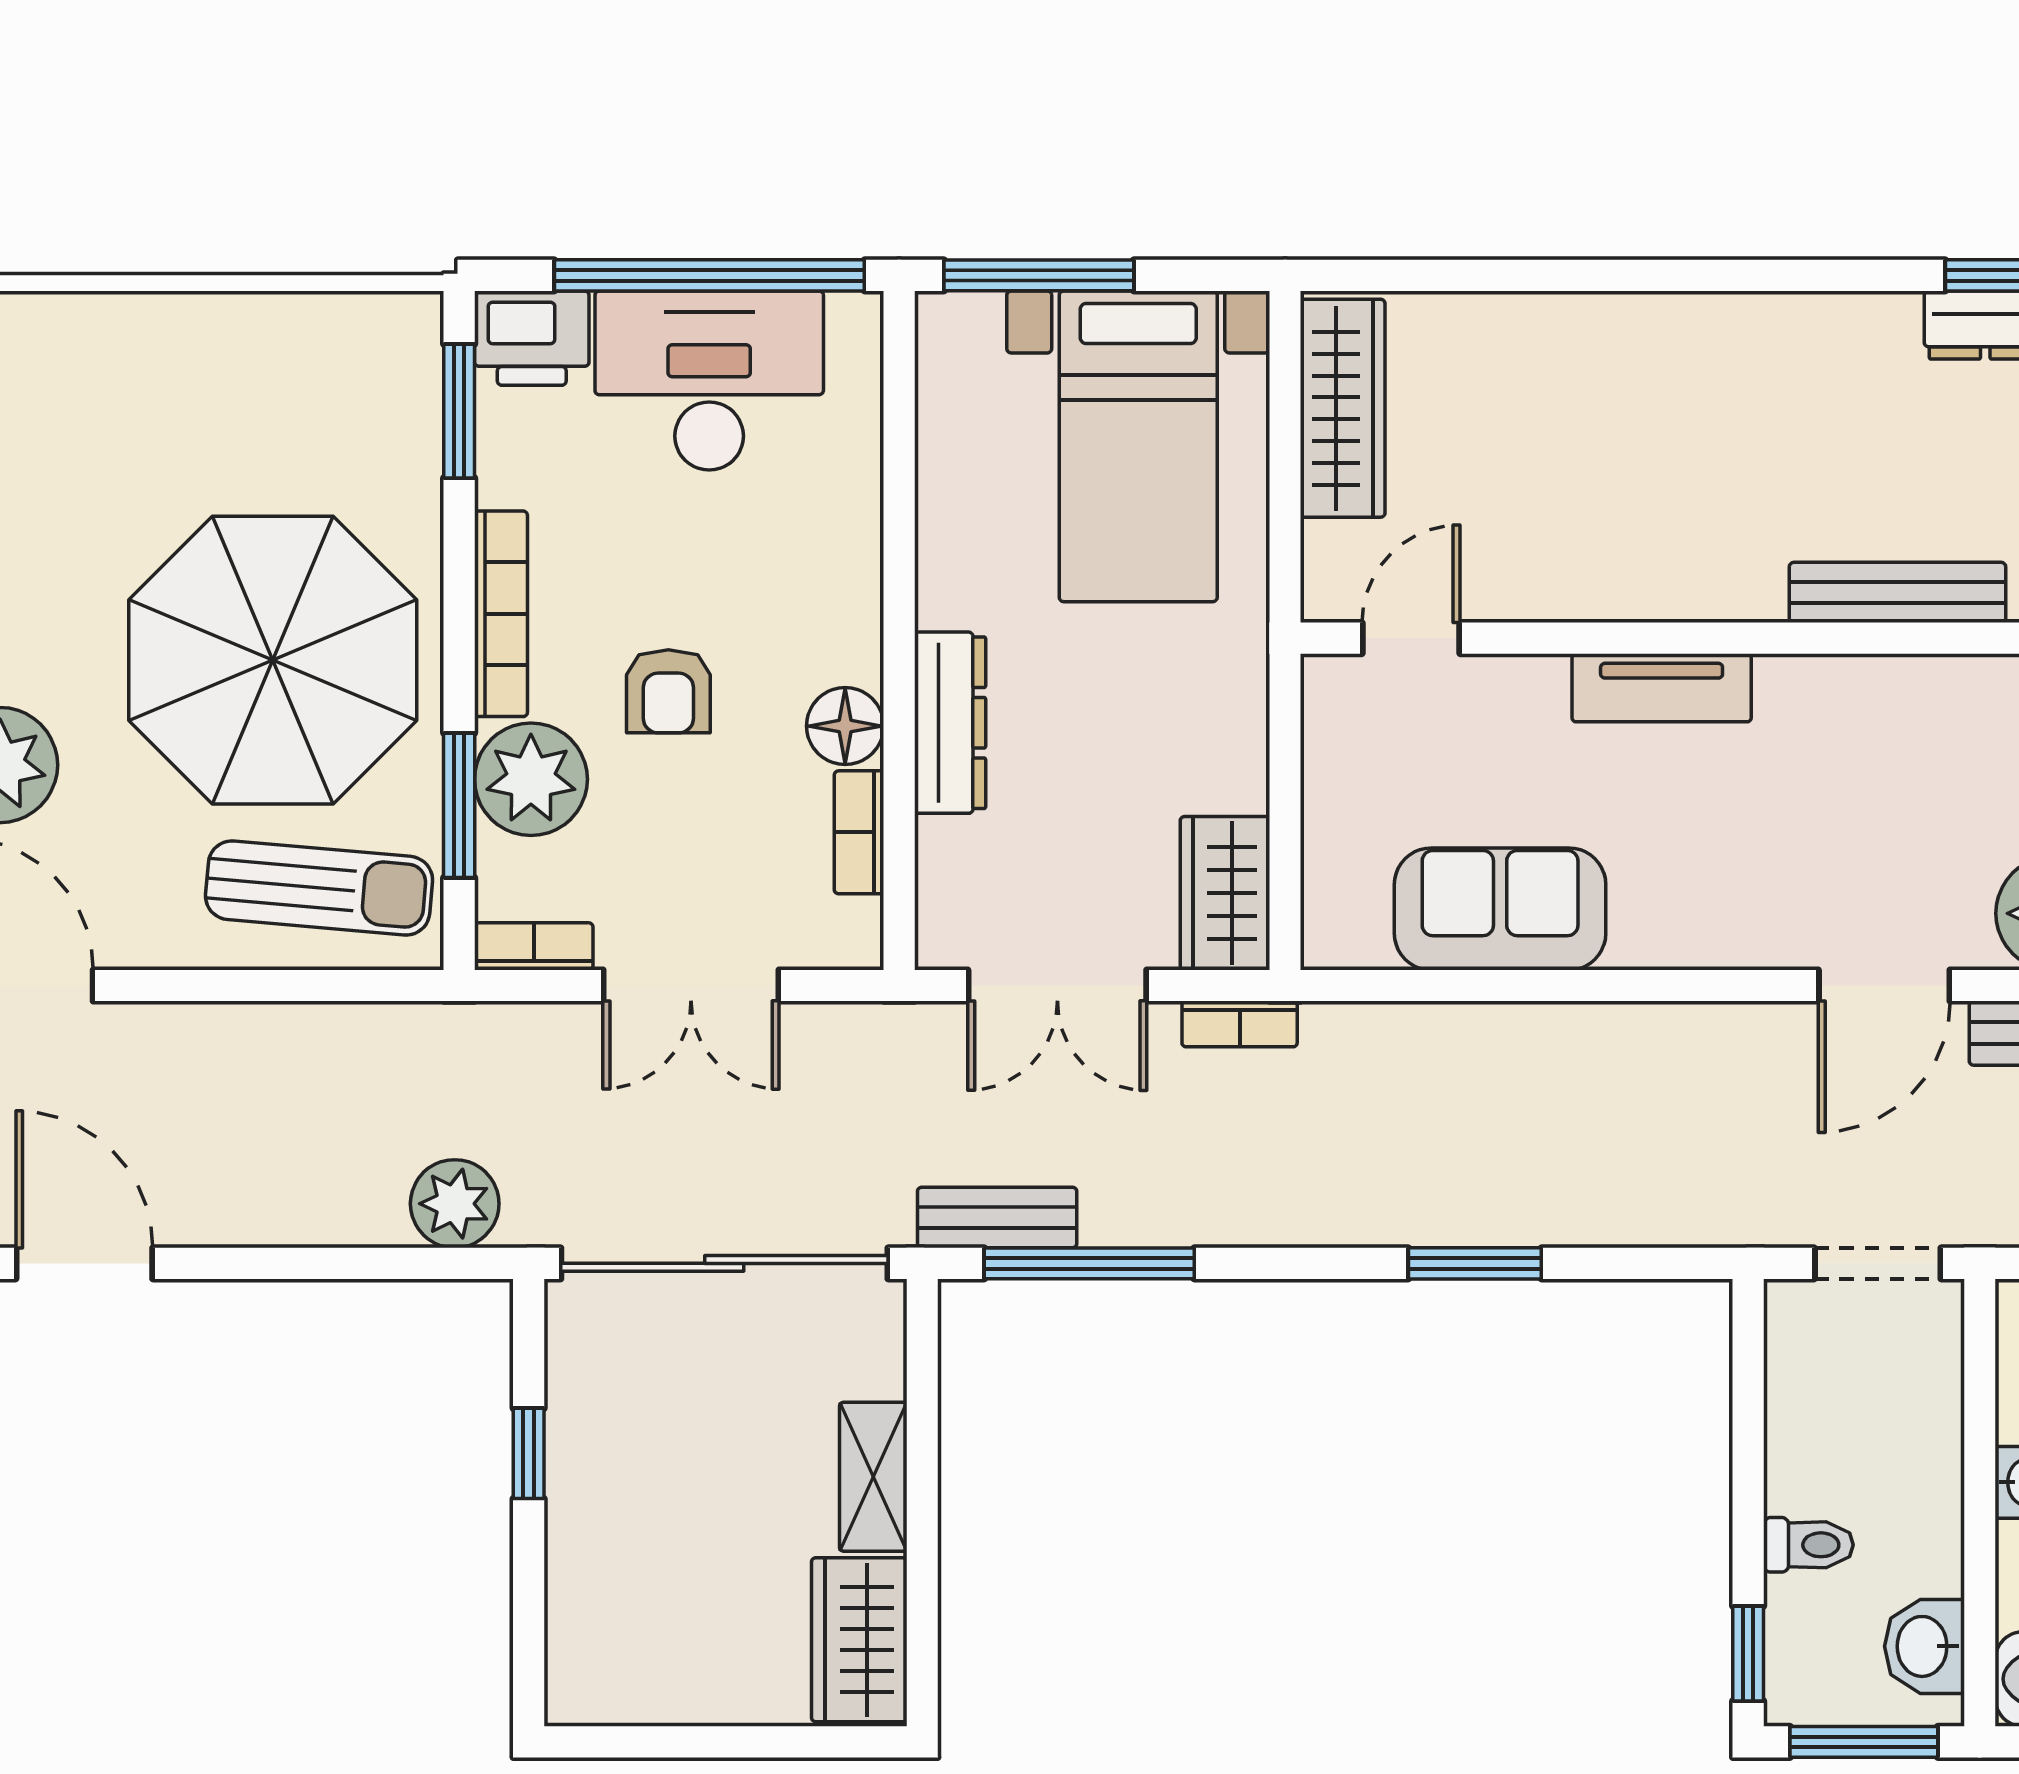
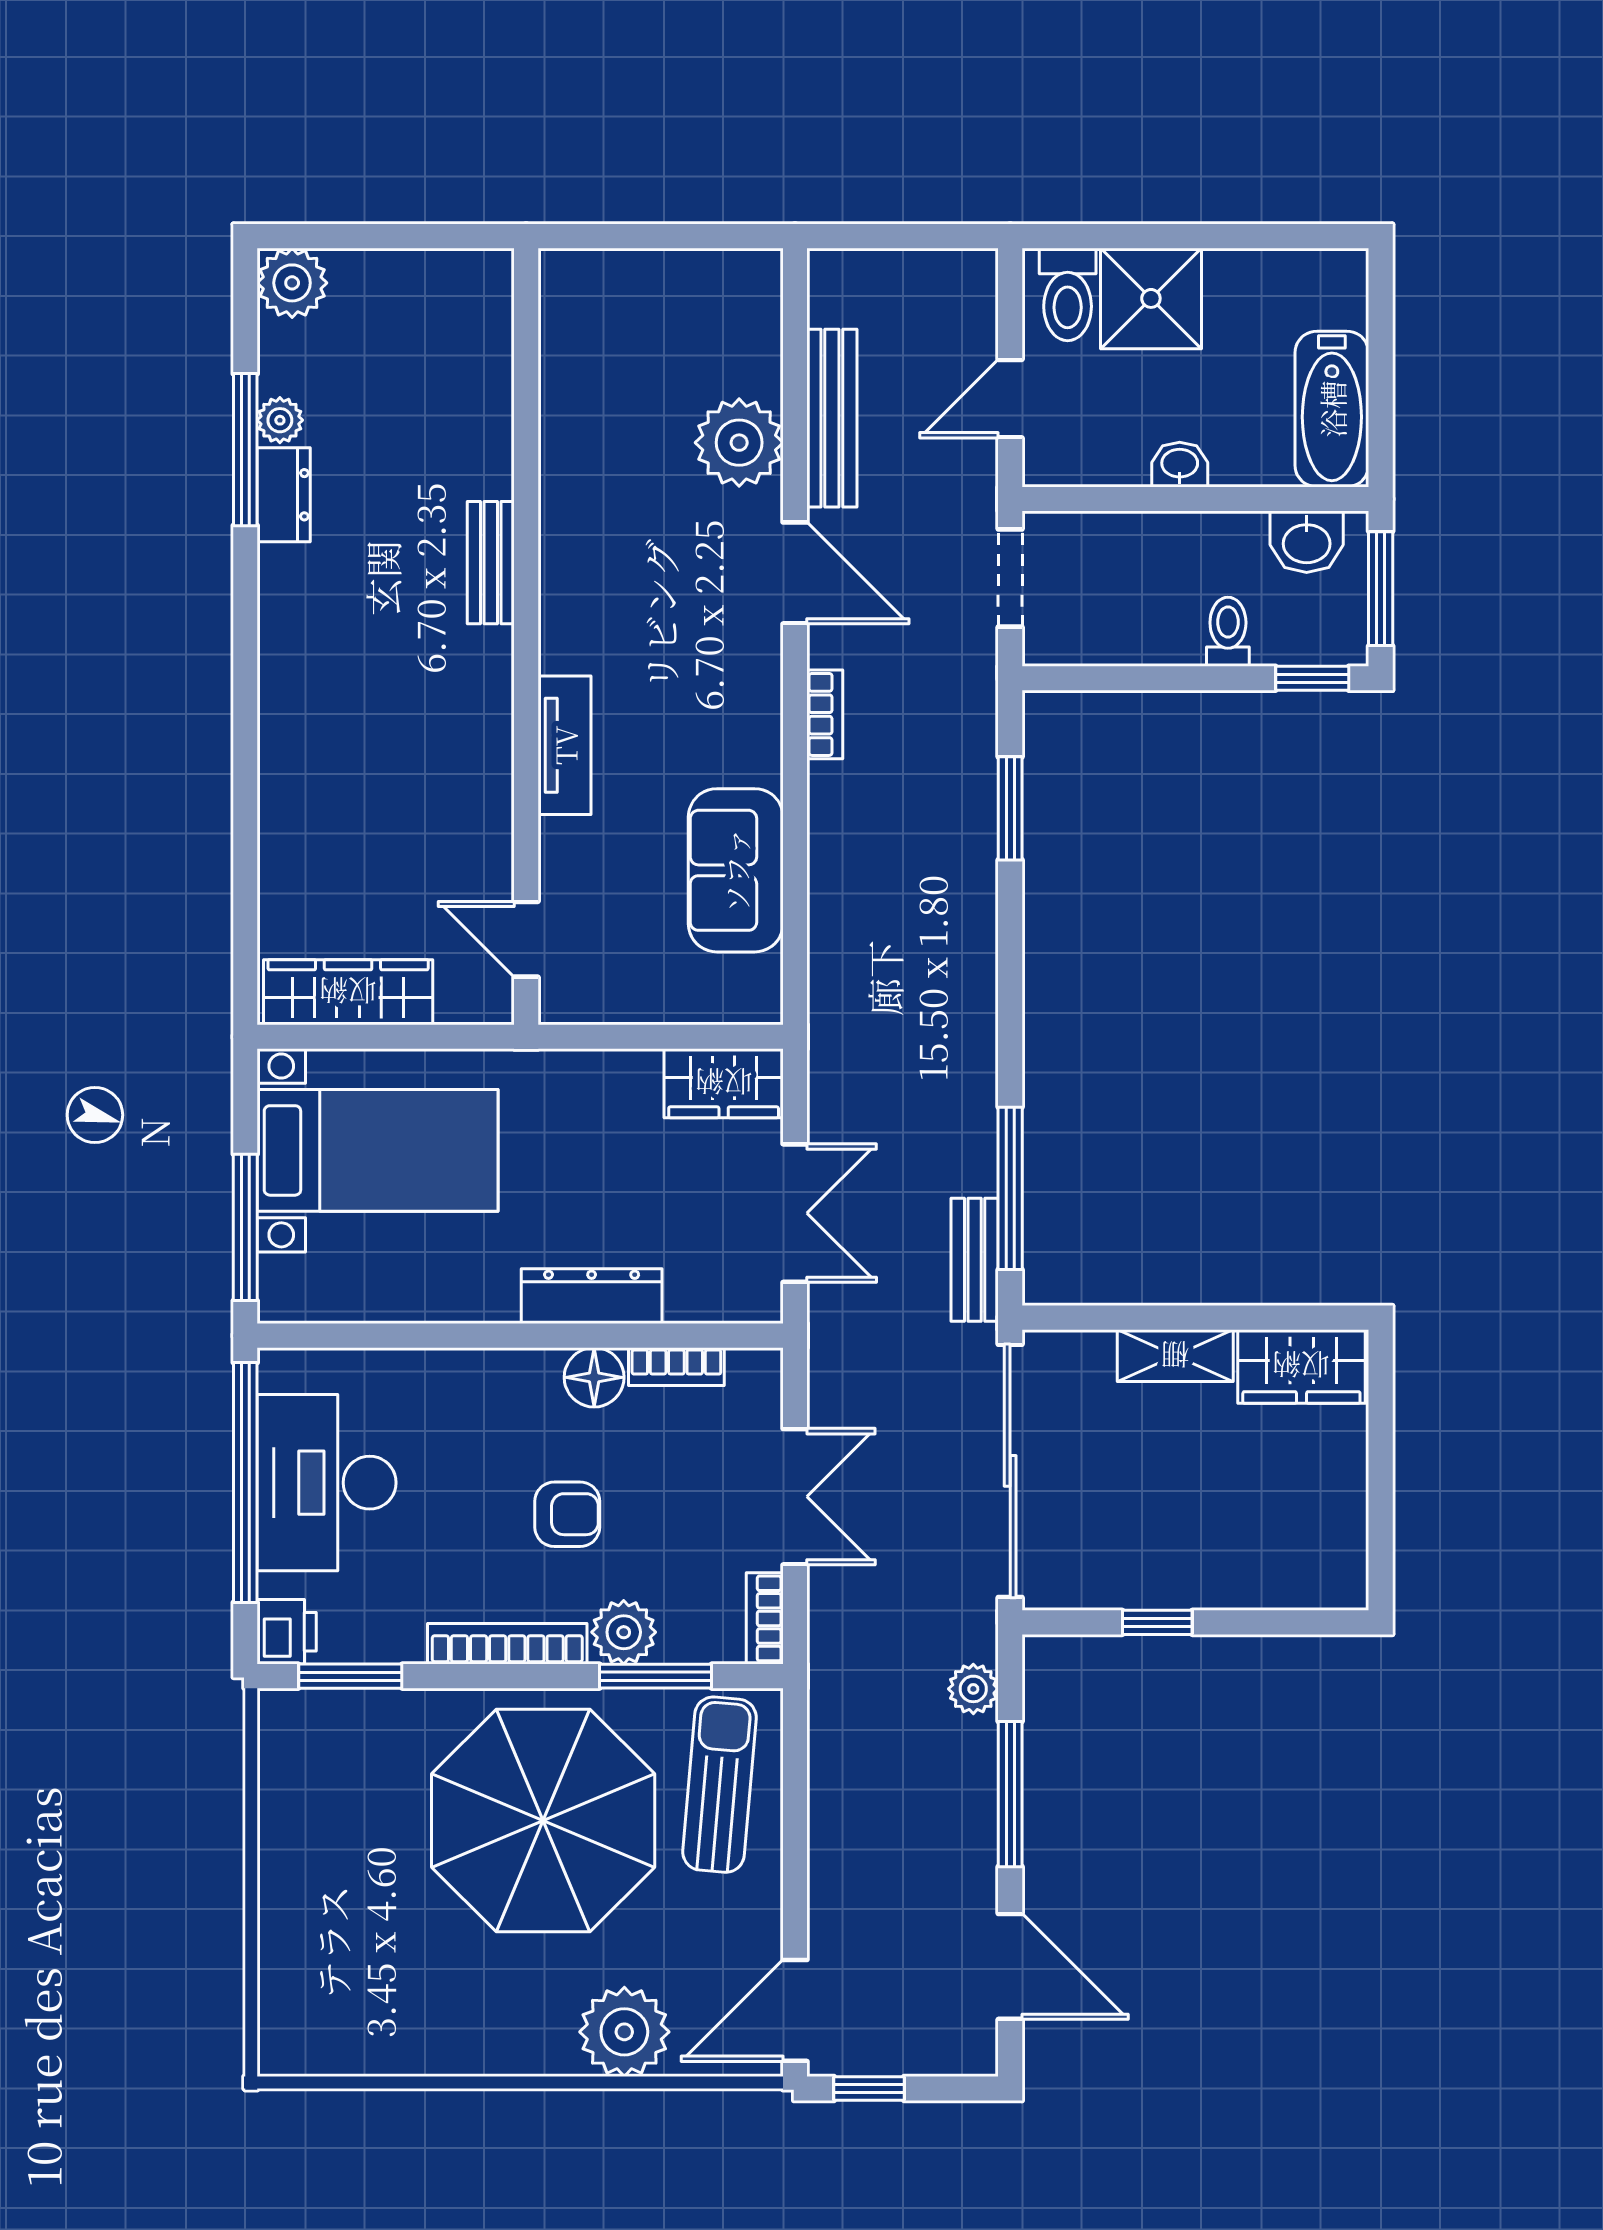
printer: (532, 338) -> (287, 1632), width x0.73, depth x0.81
bench: (1897, 592) -> (491, 563), width x0.73
plant: (531, 779) -> (624, 1632), width x0.73, depth x0.73
bookcase: (1240, 1024) -> (825, 714), moved
plant: (455, 1204) -> (973, 1689), width x0.73, depth x0.73
door: (84, 1263) -> (1010, 1966), swing flipped
window: (307, 1263) -> (1010, 1794), added
window: (1475, 1263) -> (1010, 808), moved

